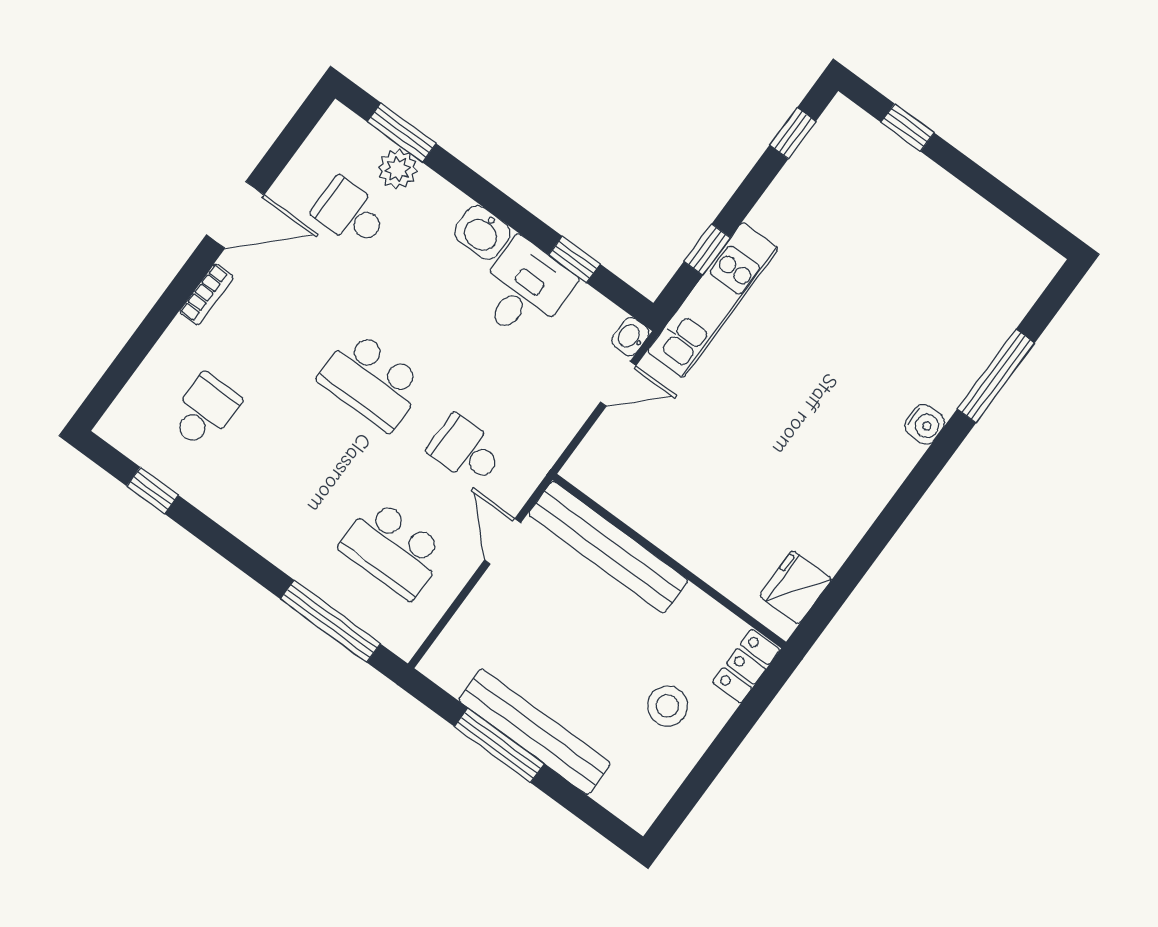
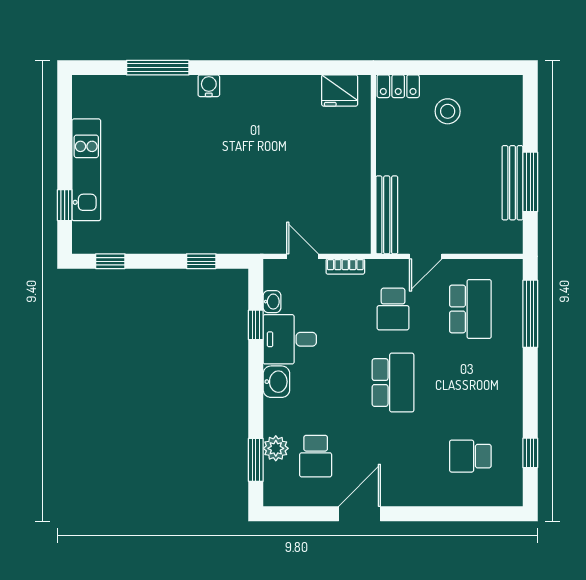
door: (235, 215) -> (360, 514), hinge flipped
bookcase: (206, 294) -> (345, 266), moved, turned 180
kitchen unit: (713, 300) -> (86, 170), moved, turned 90
washbasin: (630, 337) -> (272, 302), moved, turned -90
bench: (608, 547) -> (387, 215), width x0.73, depth x0.82
bench: (535, 732) -> (512, 183), width x0.73, depth x0.82

